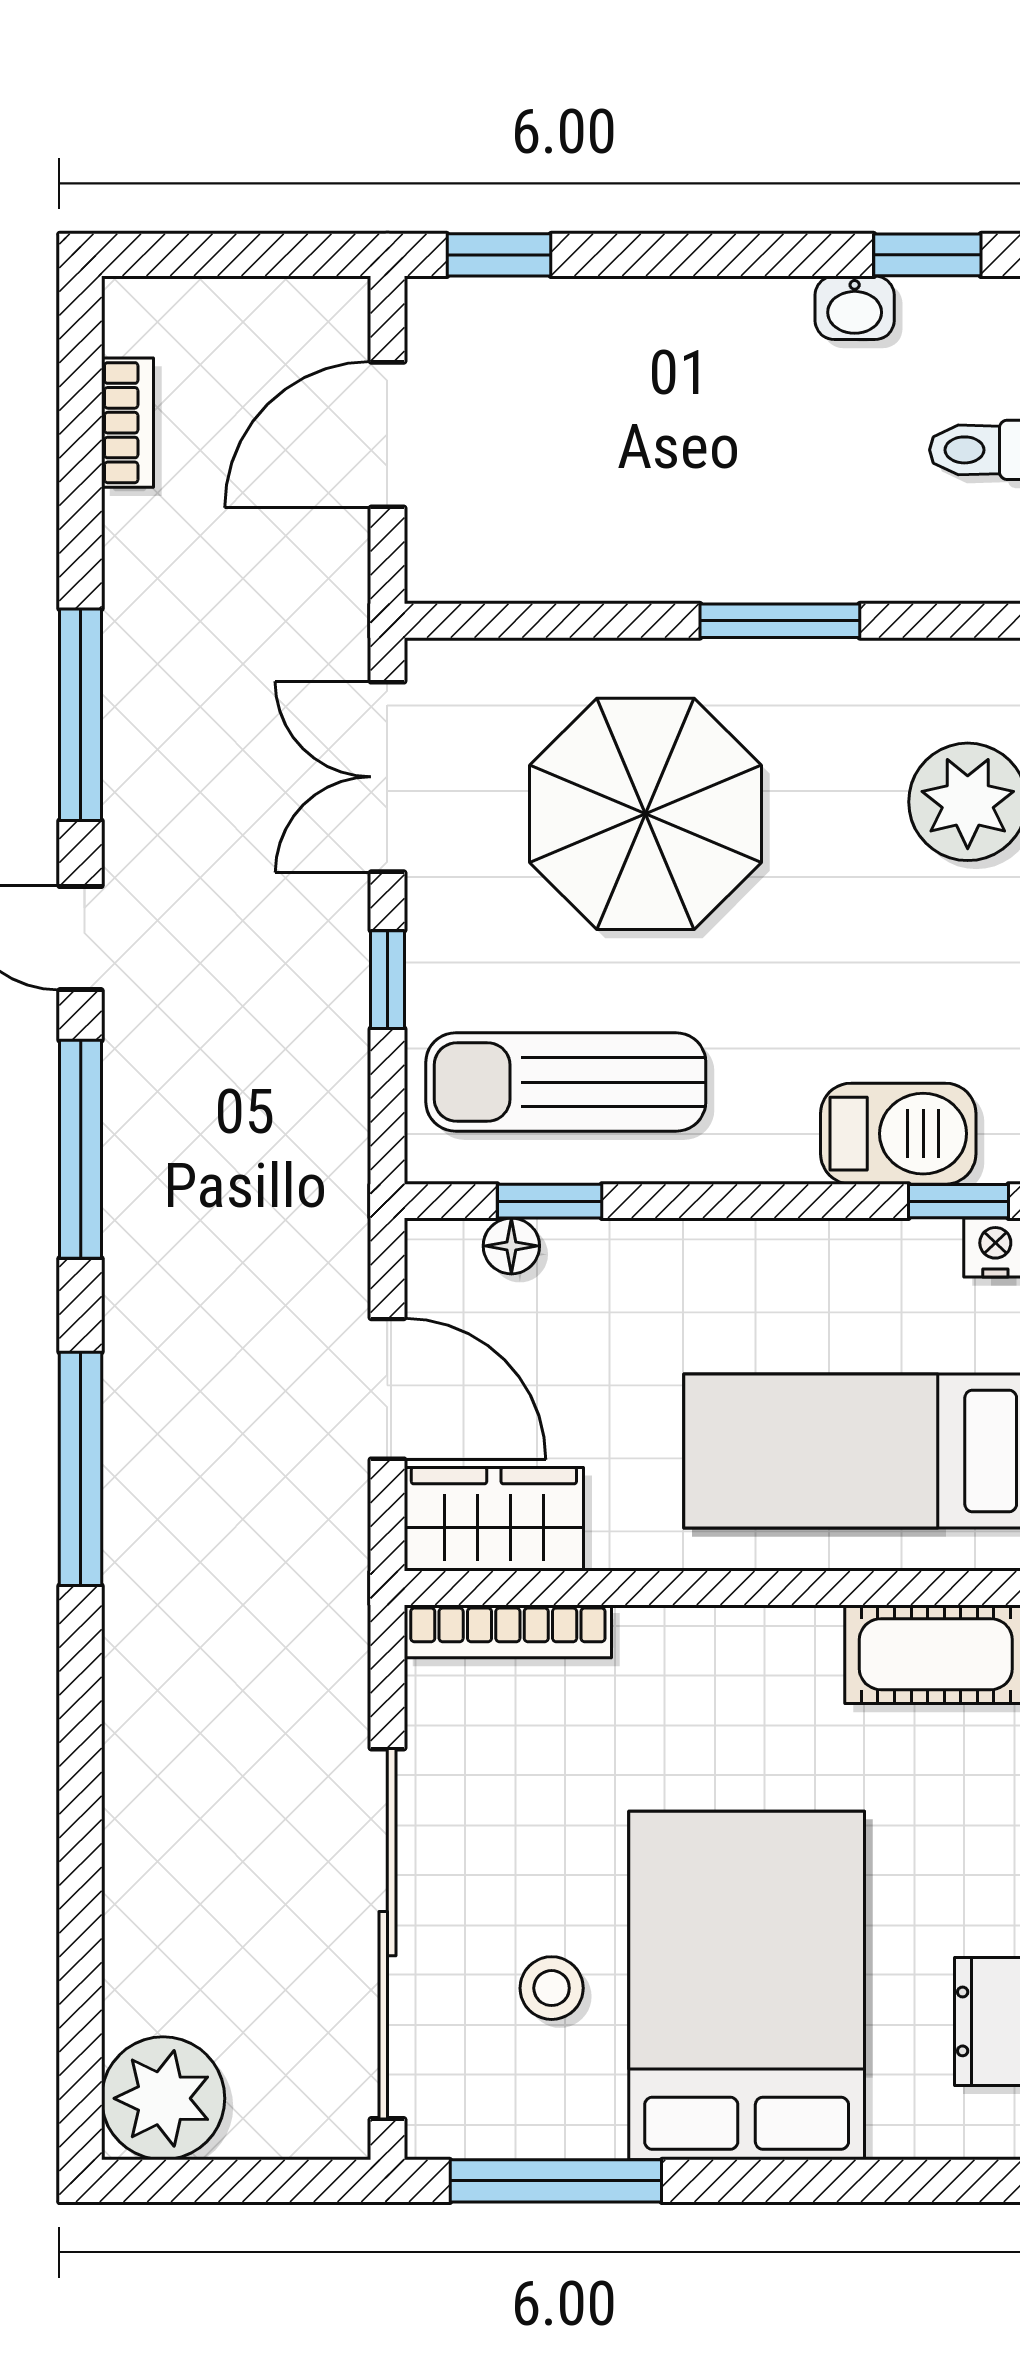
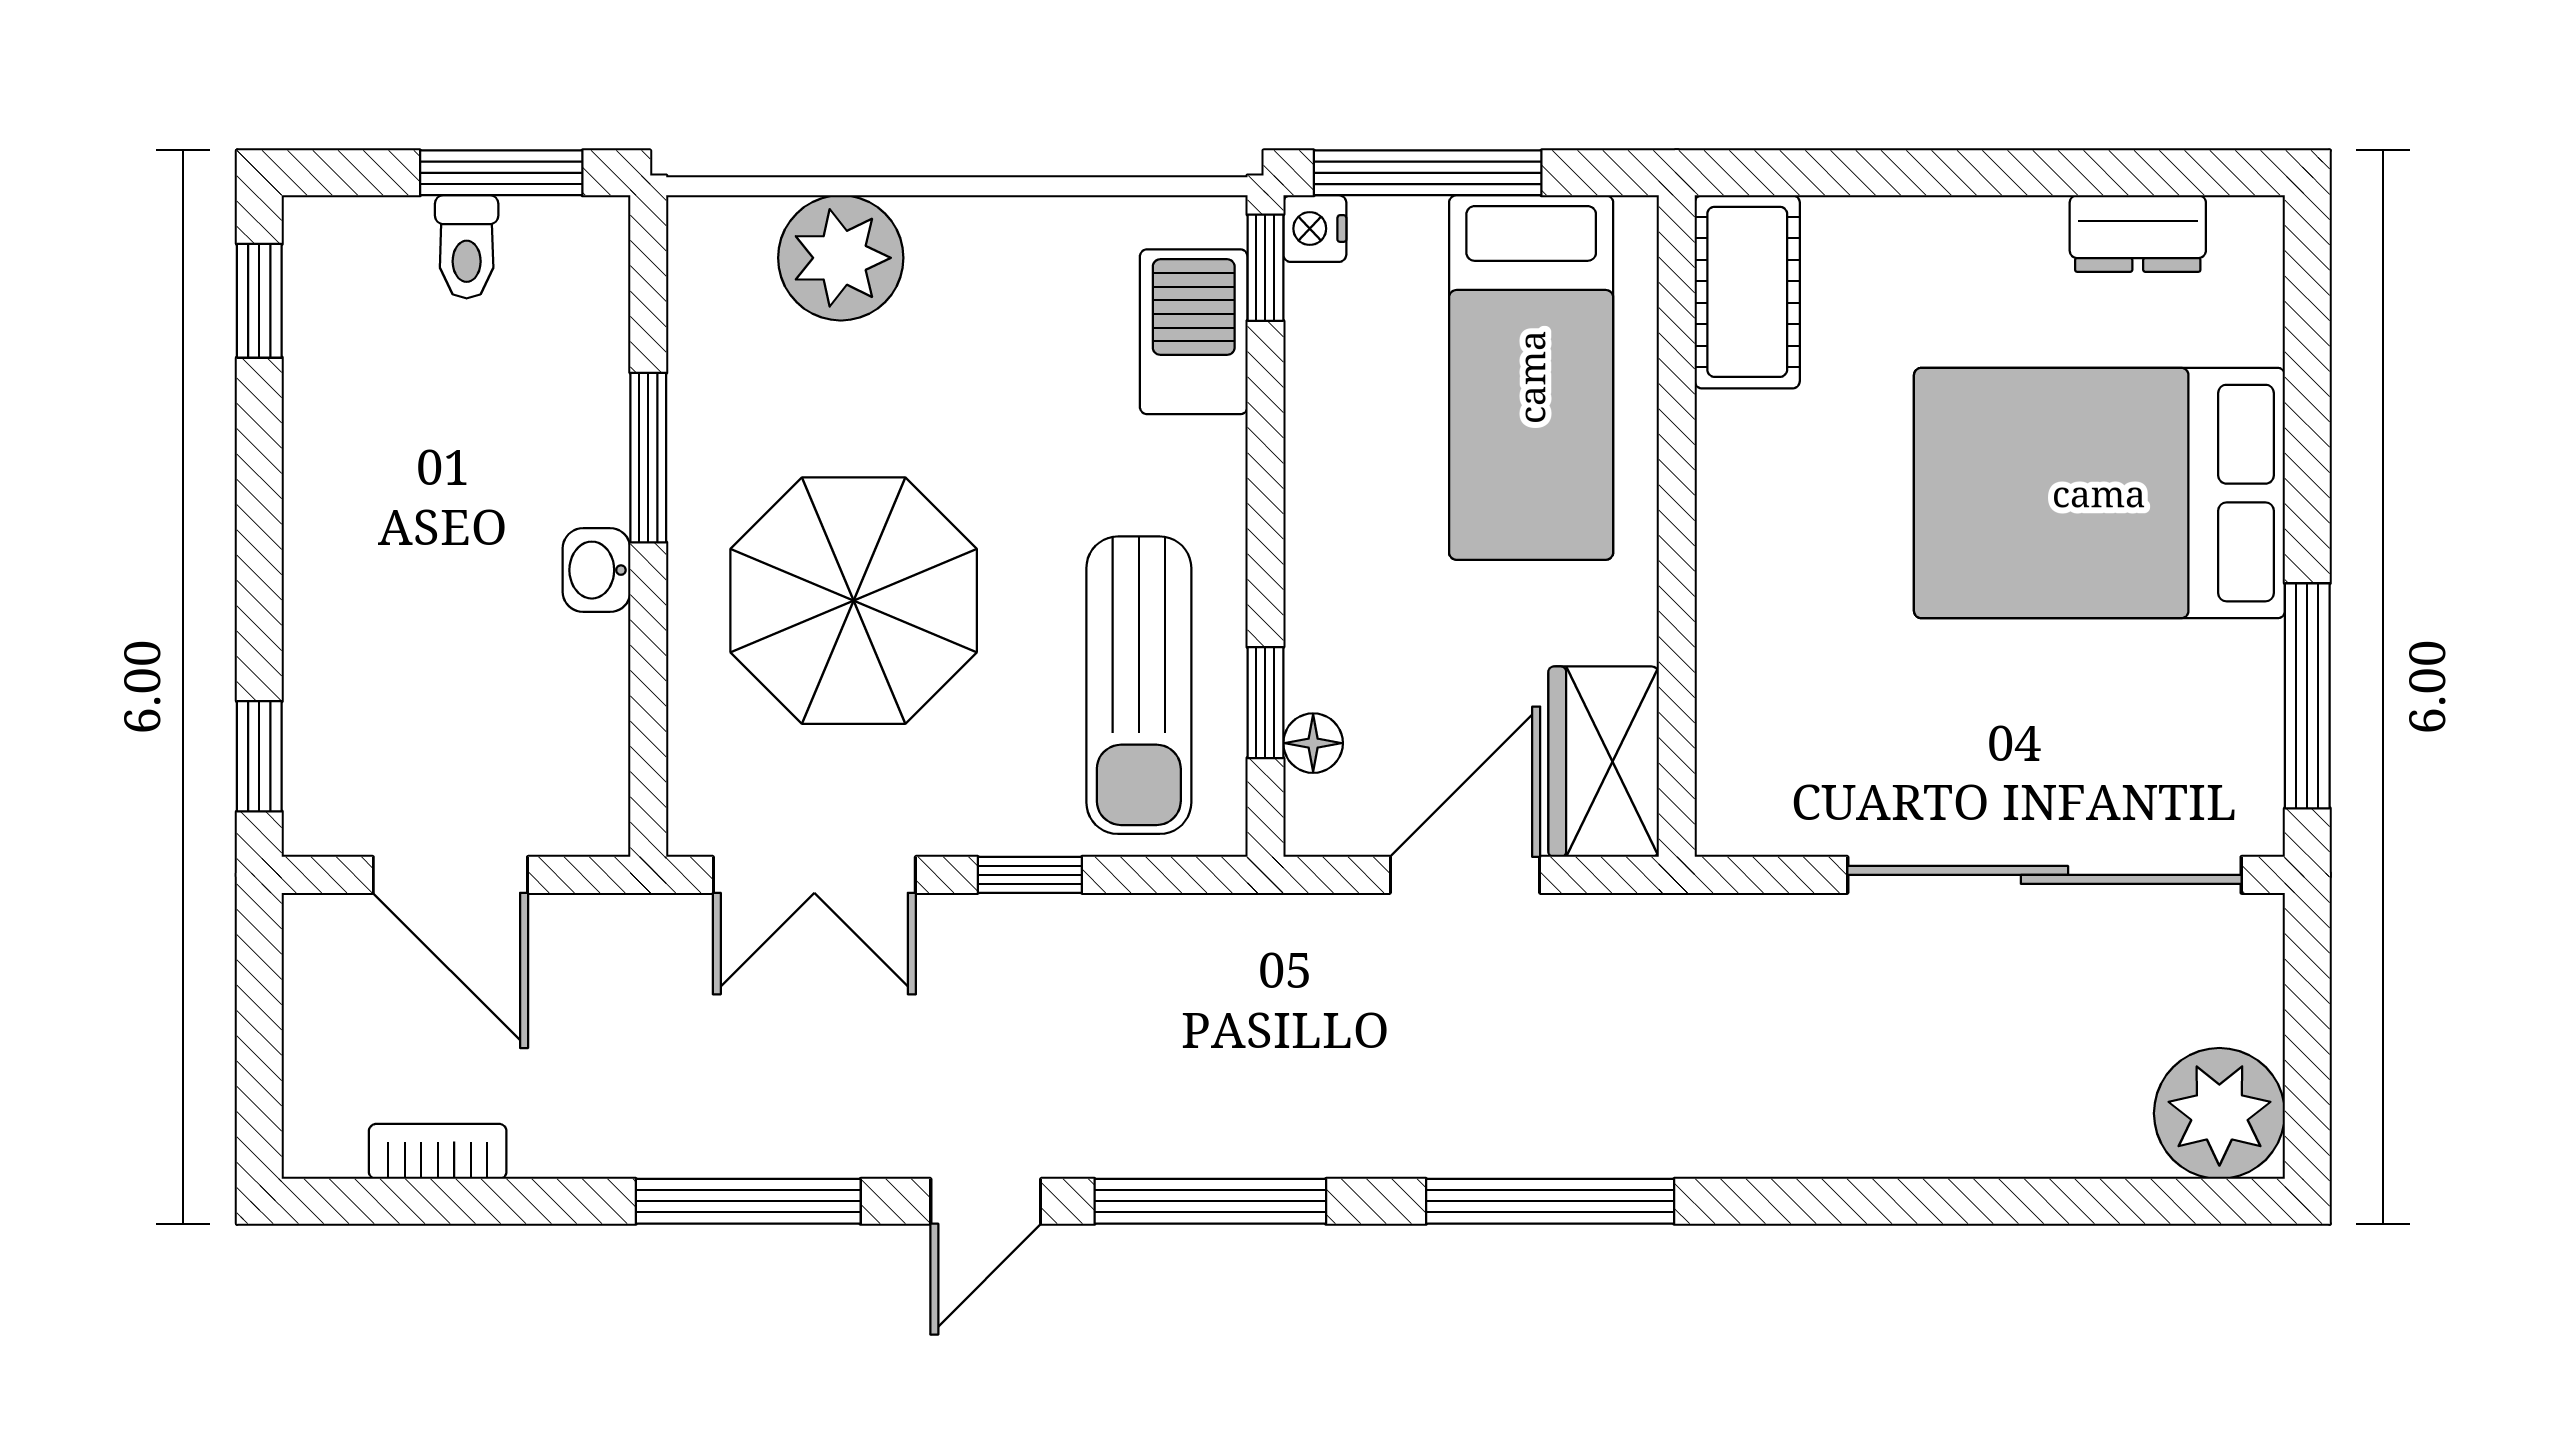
washbasin: (855, 308) -> (597, 570), moved, turned 180
bookcase: (508, 1631) -> (1723, 747), removed
stool: (552, 1988) -> (2102, 700), removed

